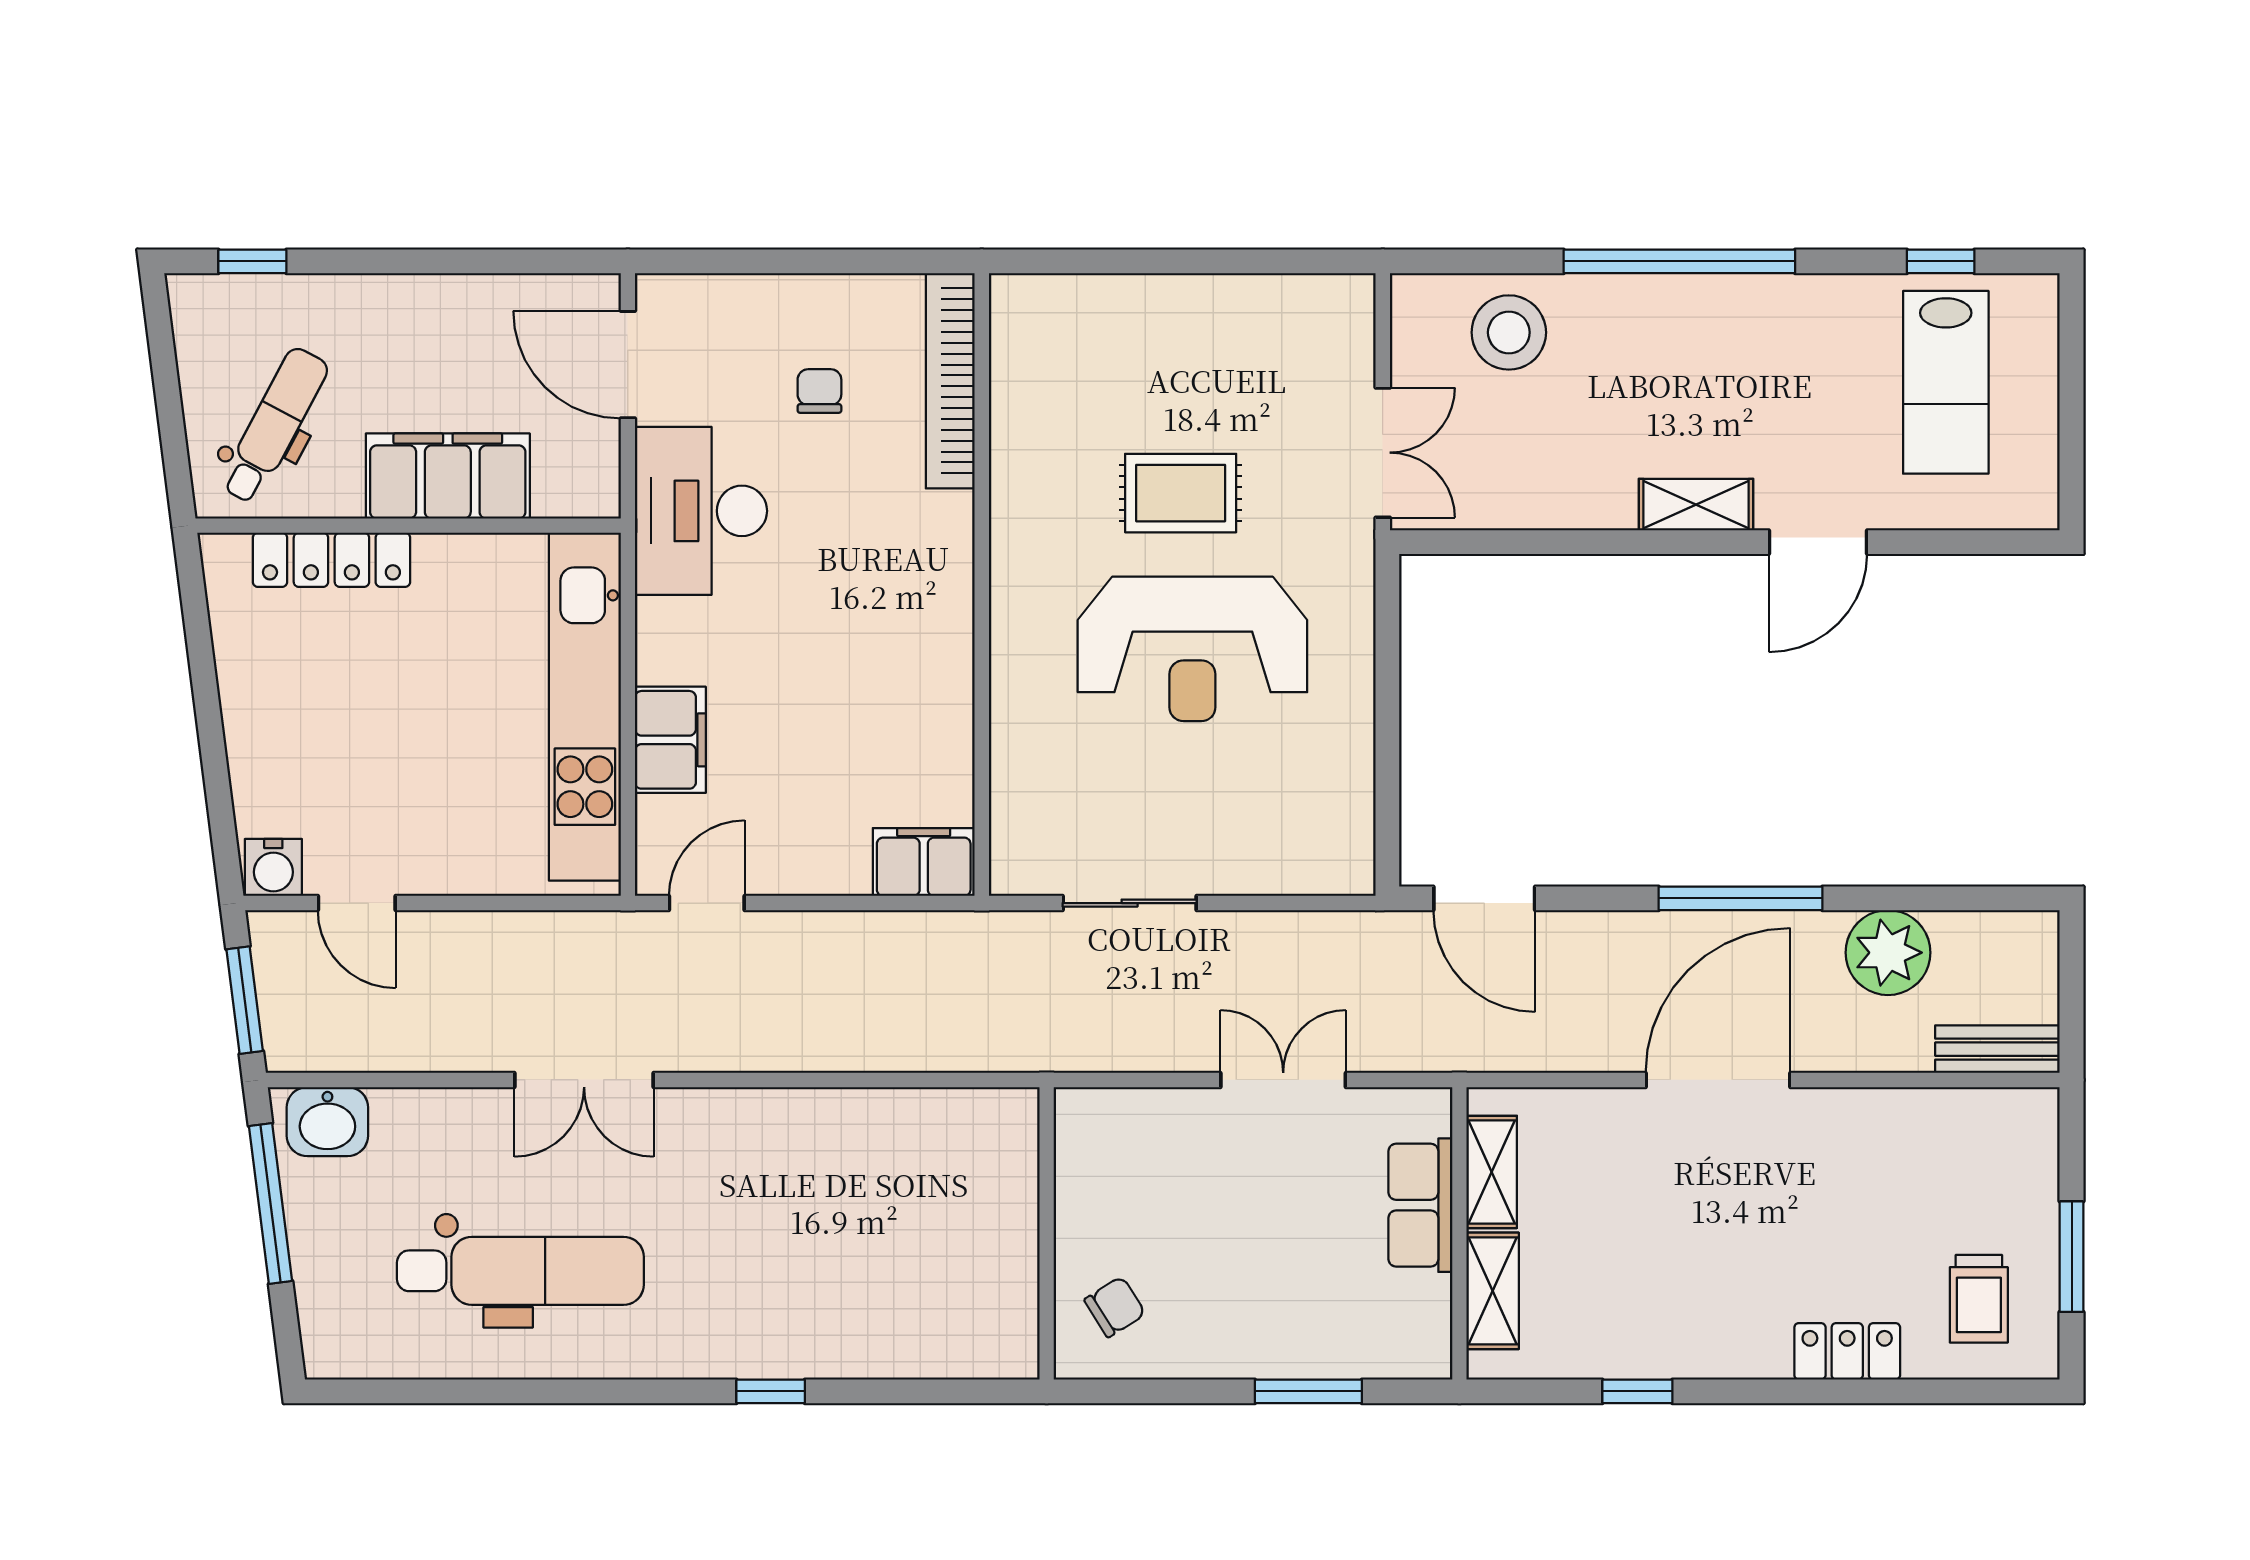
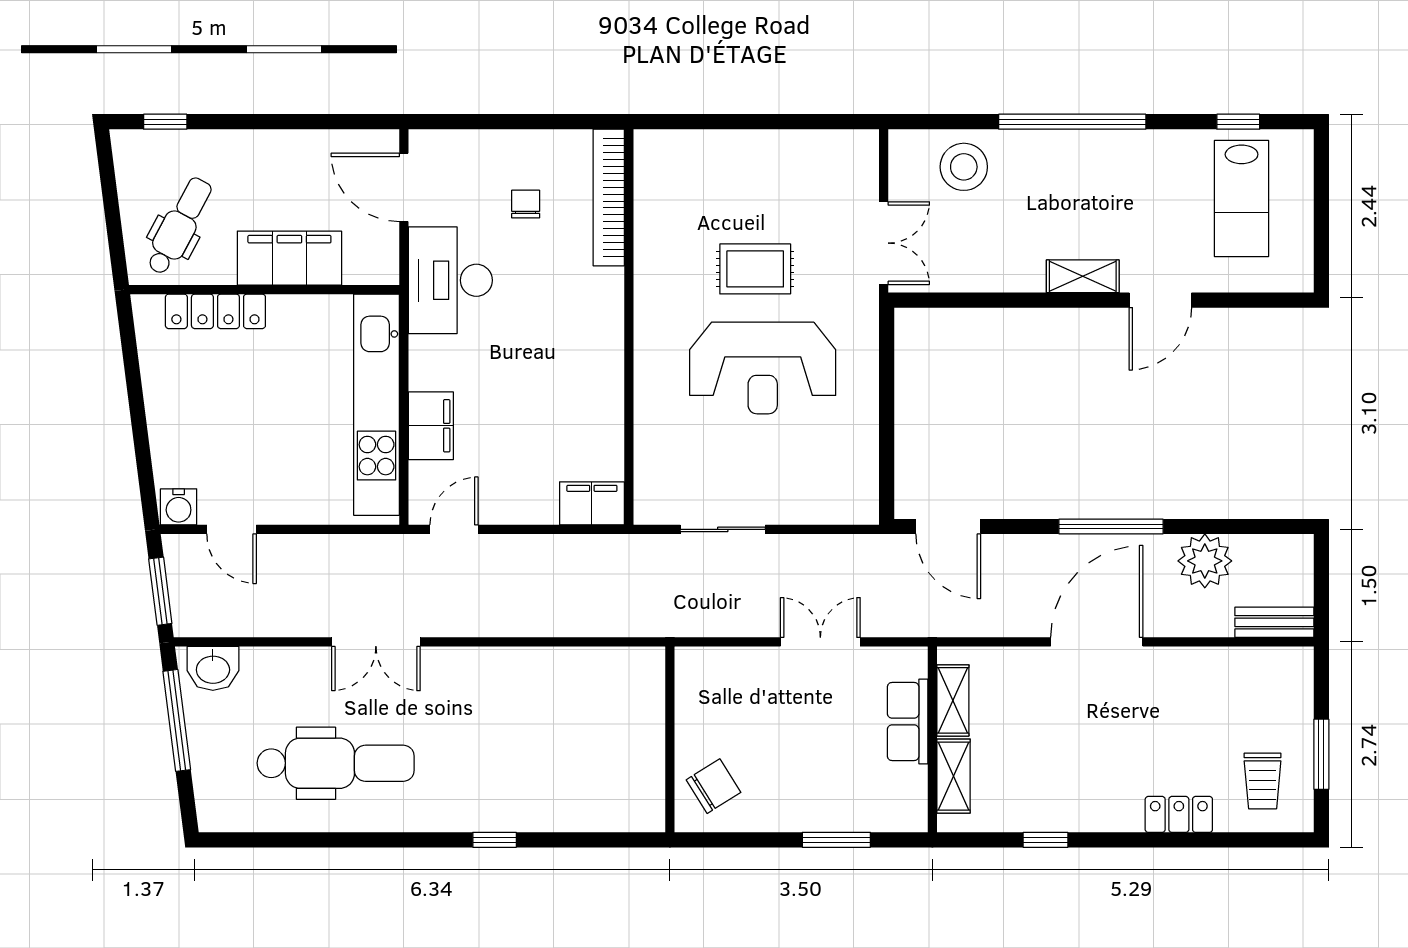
chair: (1115, 1307) -> (713, 786), width x1.37, depth x1.37

